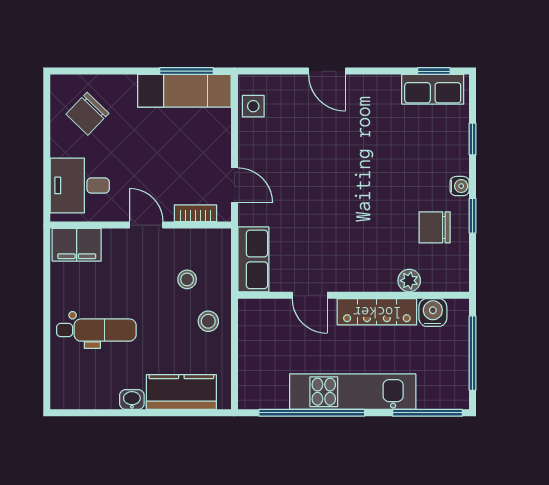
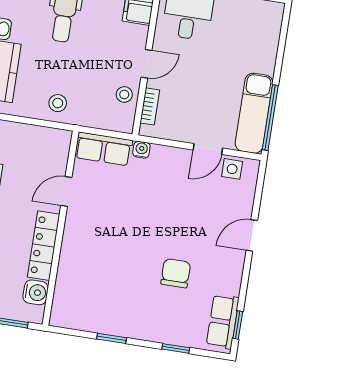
window: (186, 71) -> (270, 118), width x1.44
chair: (87, 114) -> (247, 29), removed
door: (234, 185) -> (208, 149), moved
water cooler: (460, 186) -> (141, 150), moved, turned 180
chair: (435, 227) -> (176, 273), moved
stool: (187, 279) -> (124, 94), moved
plant: (409, 281) -> (65, 277), removed

